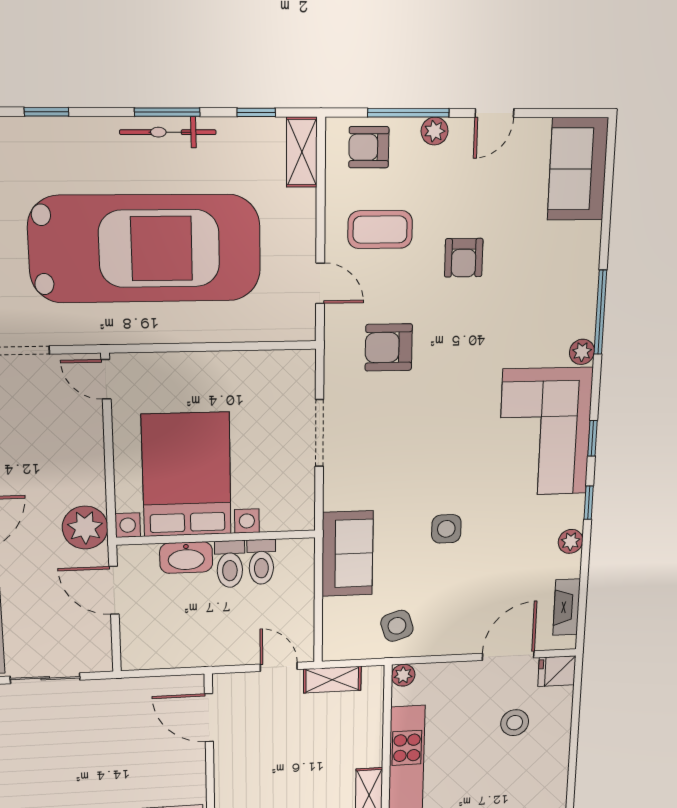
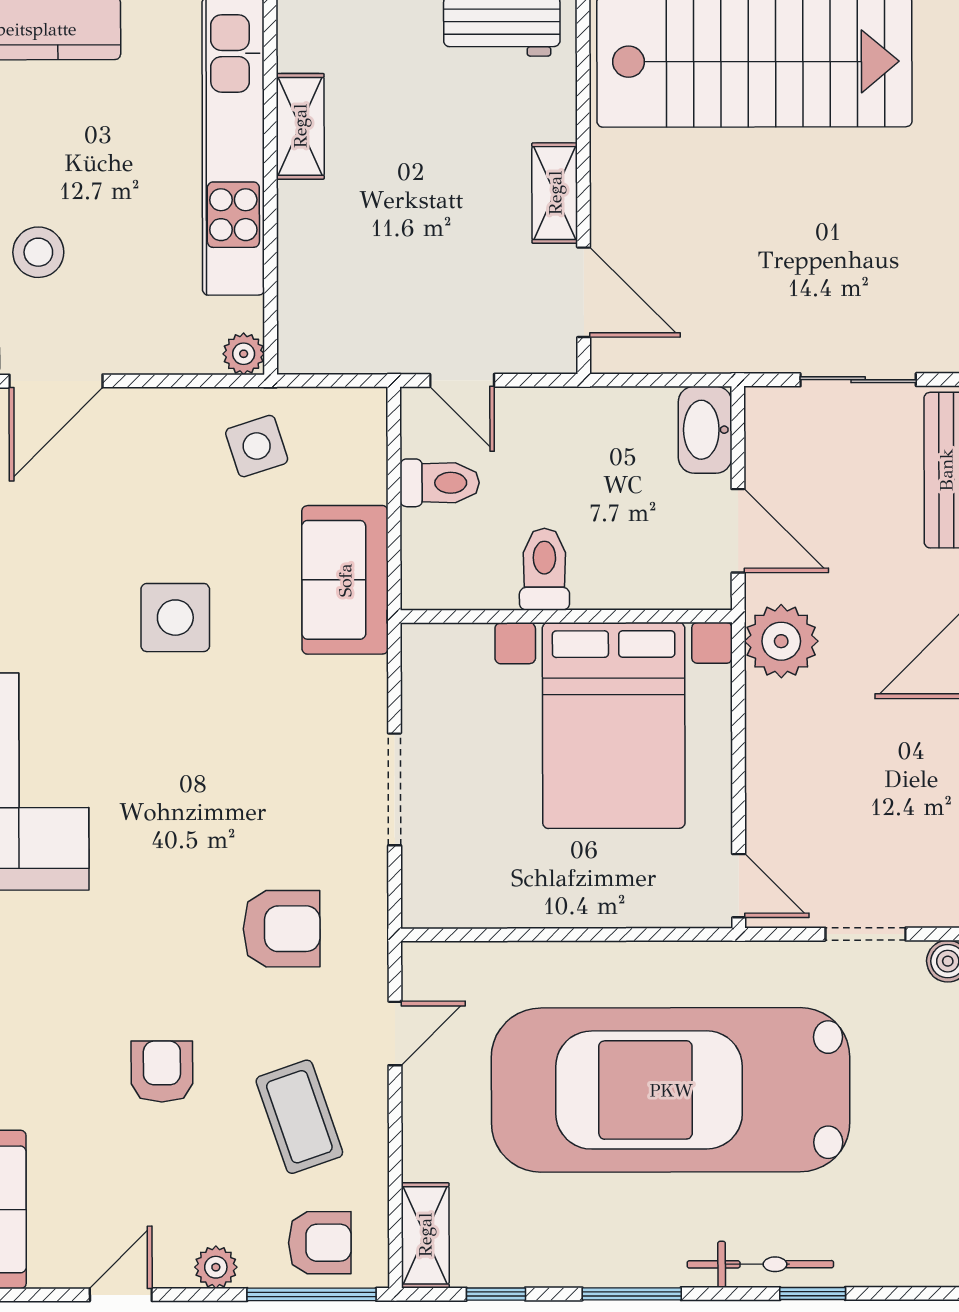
window: (408, 113) -> (312, 1294), moved
bicycle: (168, 132) -> (760, 1264), moved
coffee table: (380, 230) -> (299, 1117), turned 71
door: (320, 283) -> (395, 1033), swing flipped
side table: (446, 529) -> (175, 618), width x1.37, depth x1.37
washbasin: (186, 558) -> (705, 430), moved, turned -90
toilet: (261, 562) -> (440, 483), moved, turned 90
shelving: (332, 680) -> (555, 193), moved, turned 90

